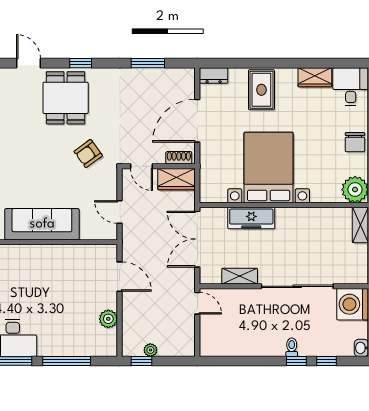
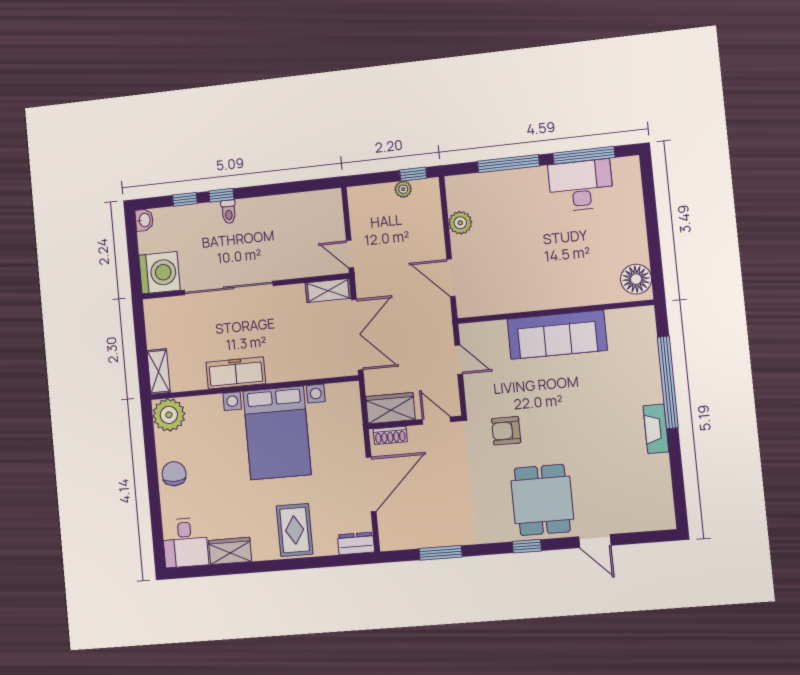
armchair: (88, 154) -> (506, 431), turned -144
freezer: (251, 218) -> (236, 373), moved
shelving: (240, 276) -> (328, 291), moved

